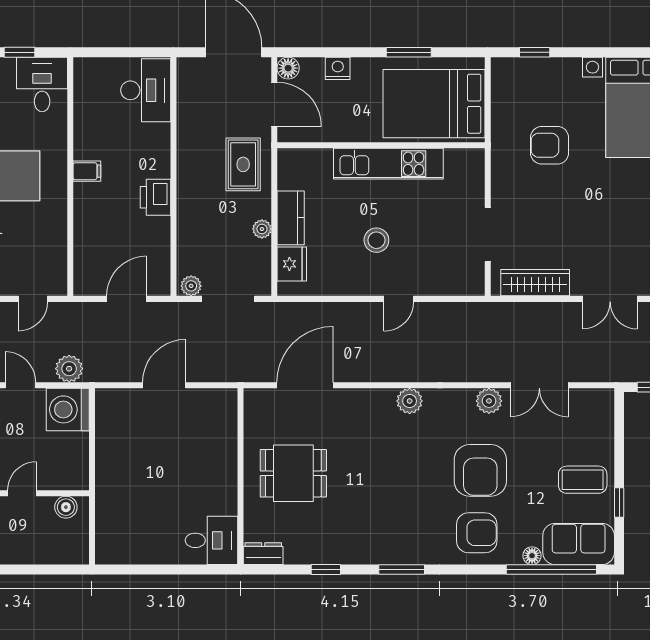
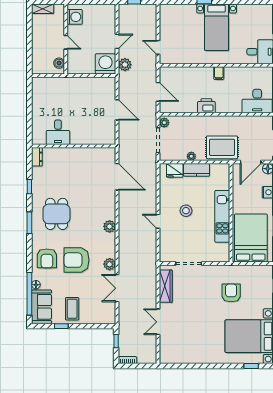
rug: (243, 164) -> (222, 147), width x1.36, depth x1.43
dining table: (293, 473) -> (56, 214), moved
desk: (212, 540) -> (58, 132), moved

